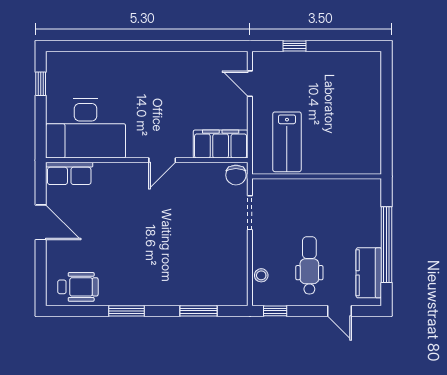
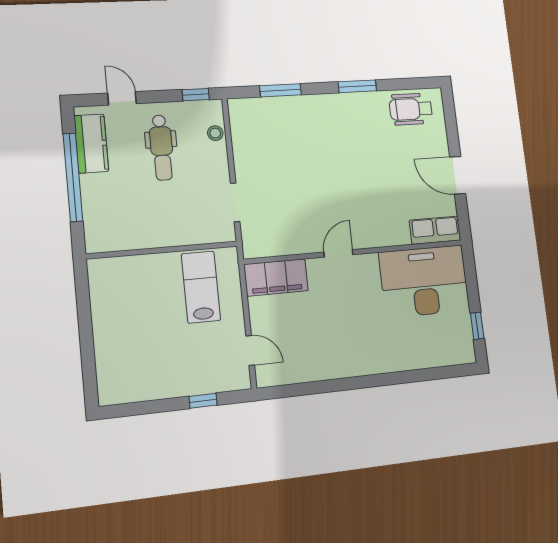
chair: (236, 175) -> (255, 244), removed

